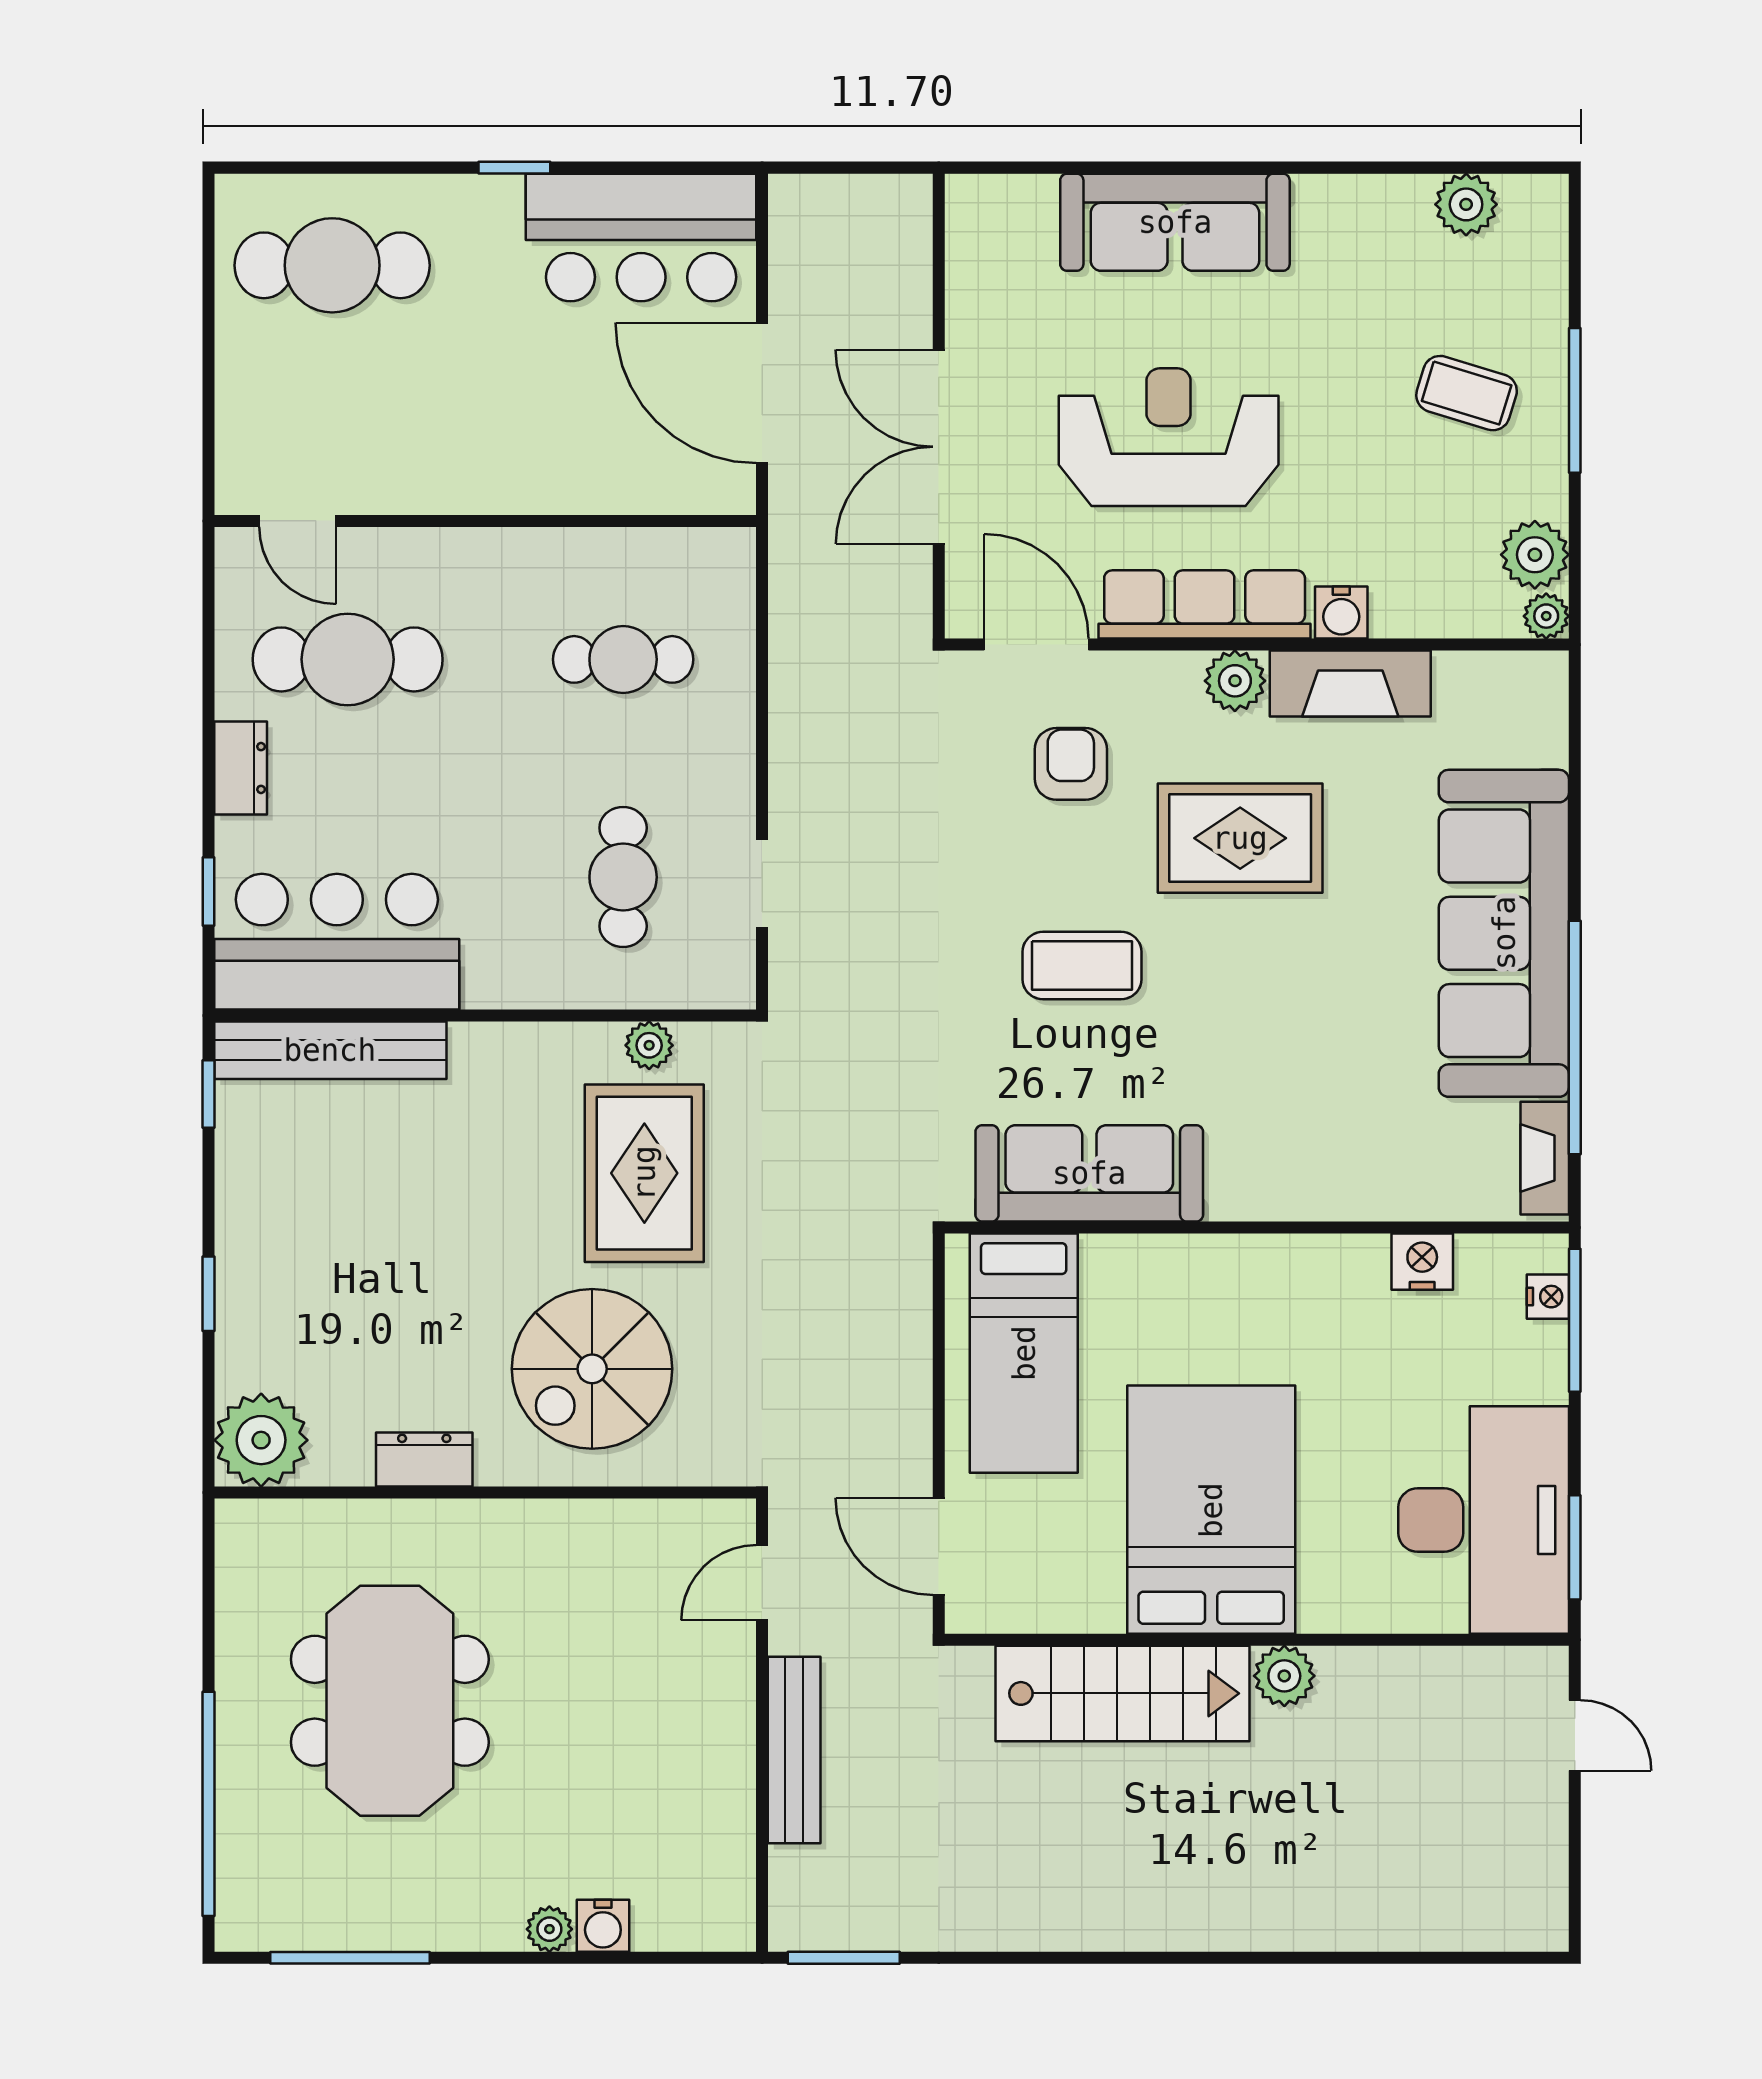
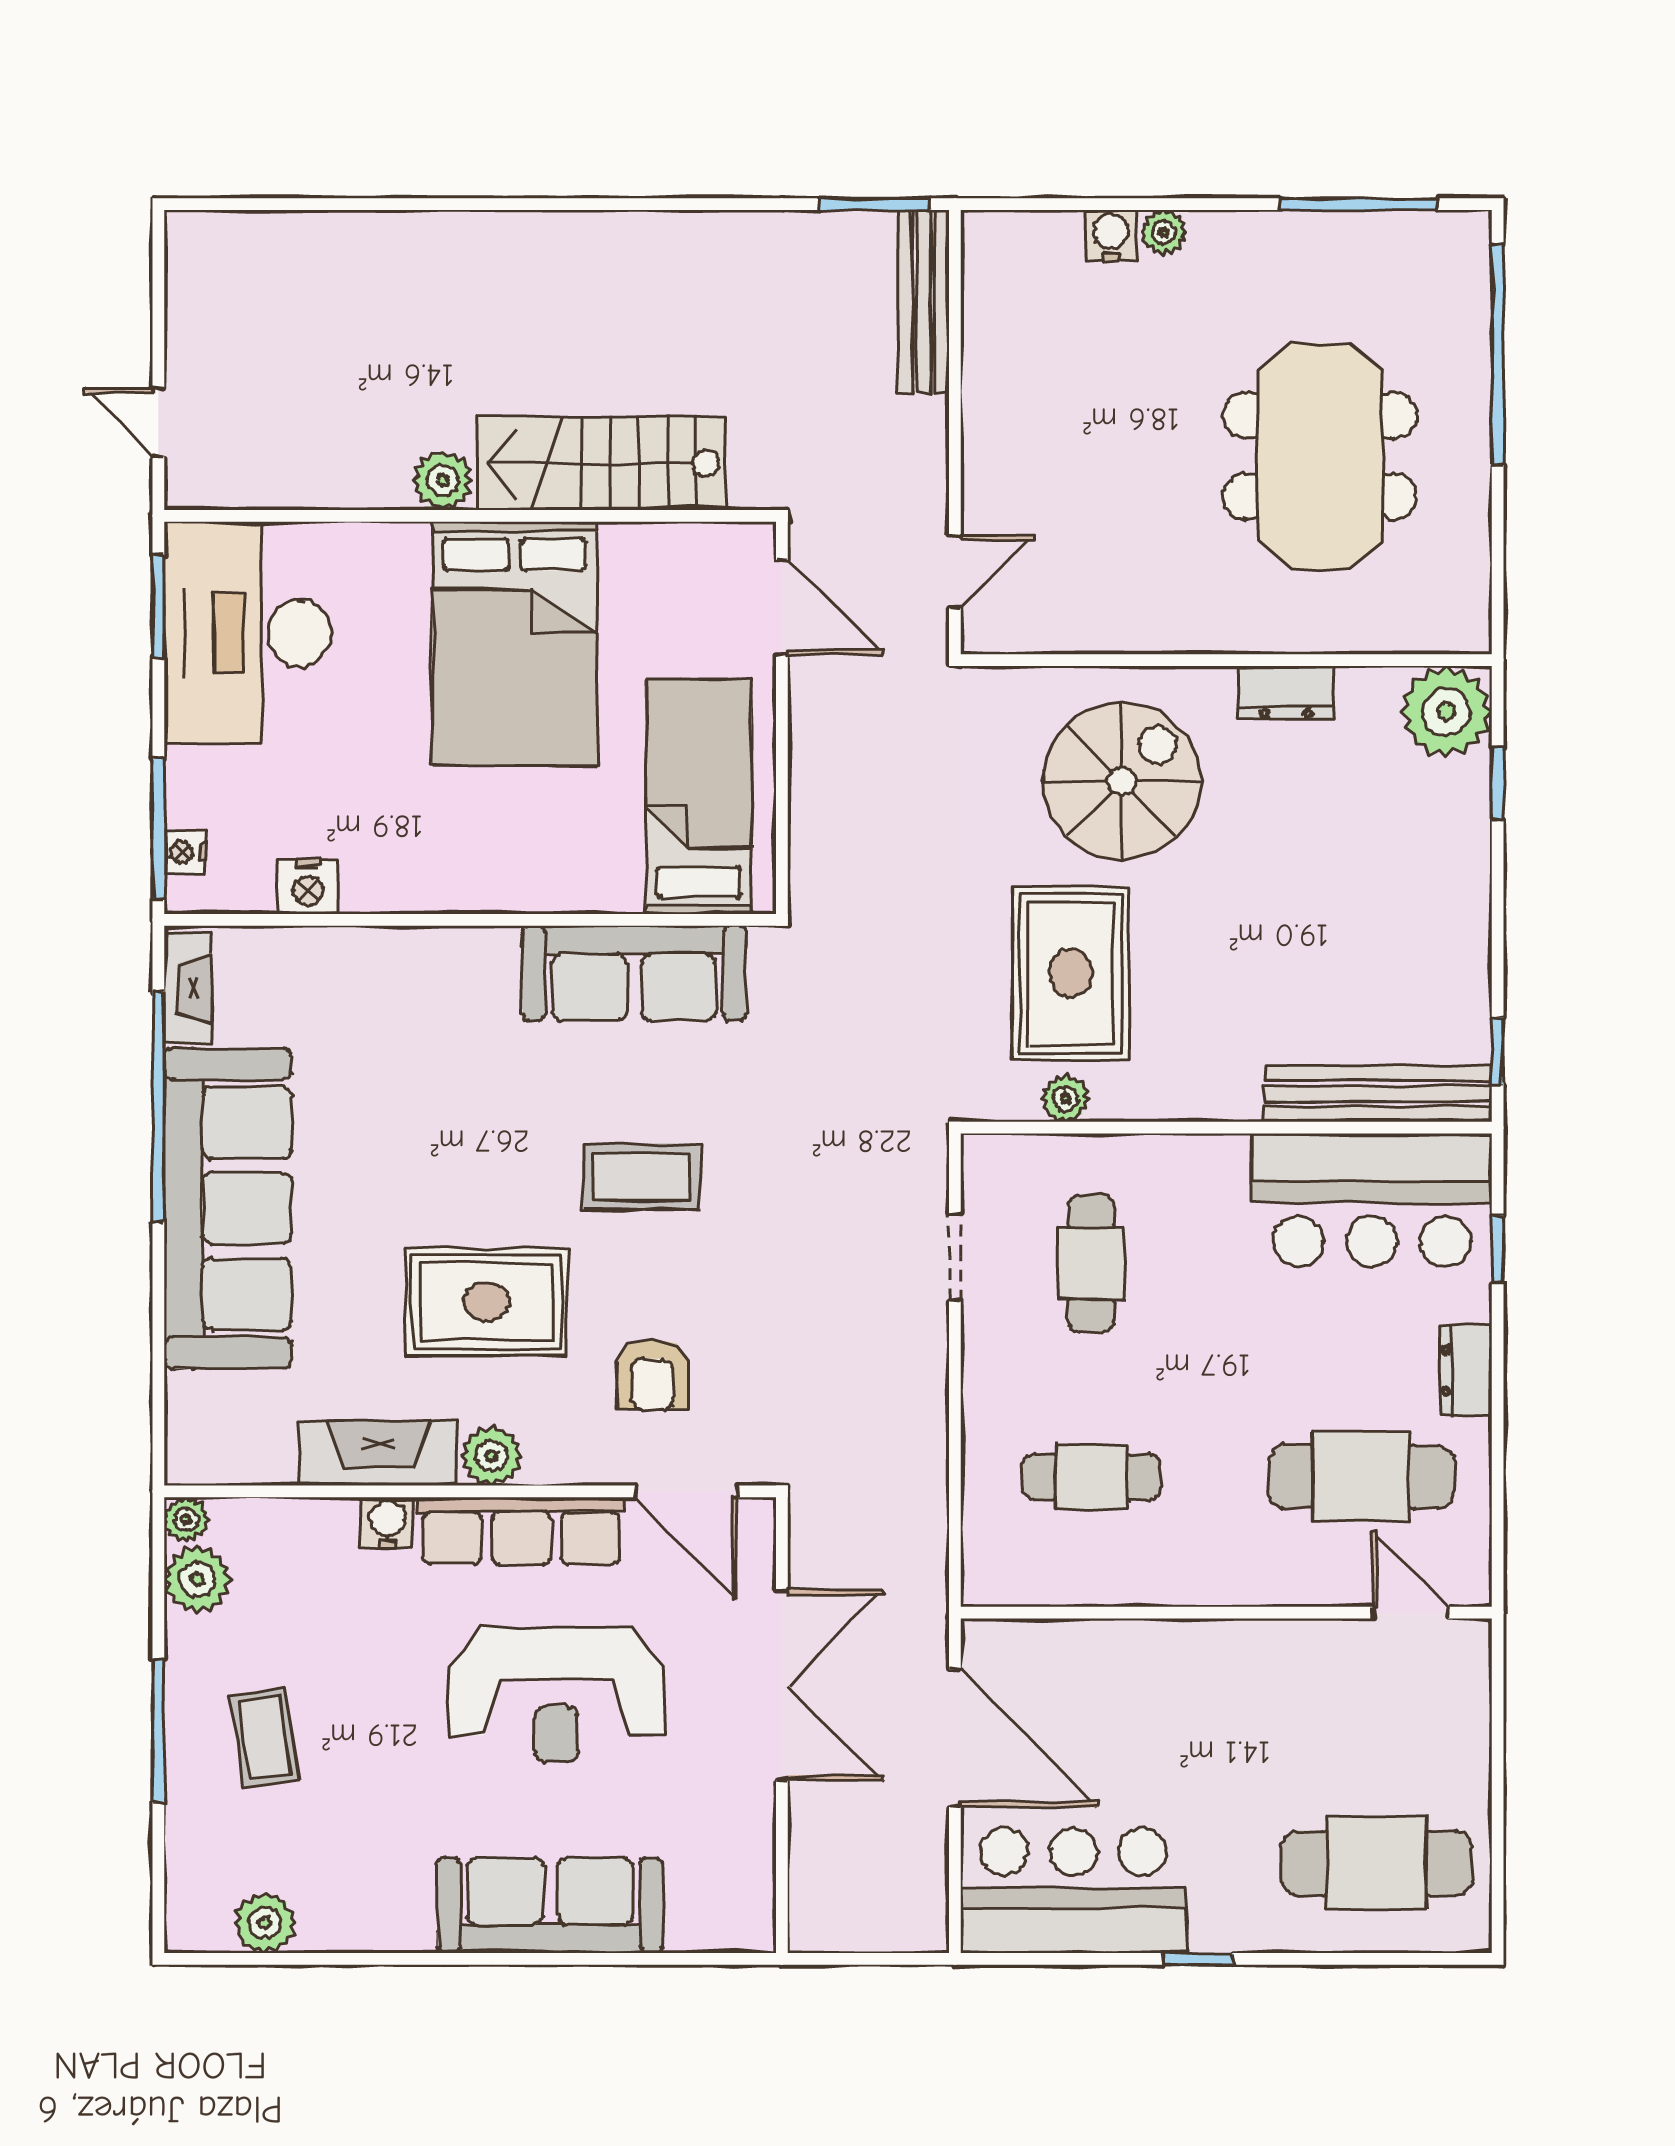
coffee table: (1467, 393) -> (264, 1738), turned 64
window: (209, 1294) -> (1498, 783), moved
bench: (794, 1750) -> (924, 301), moved

